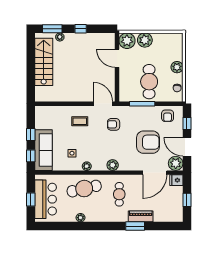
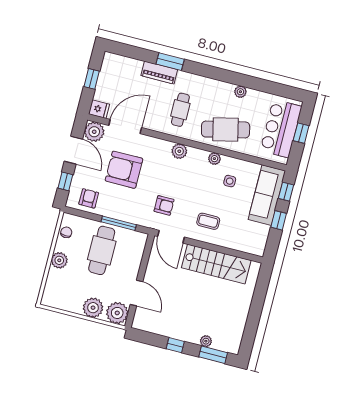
stairs: (44, 62) -> (216, 264), moved, turned -90

